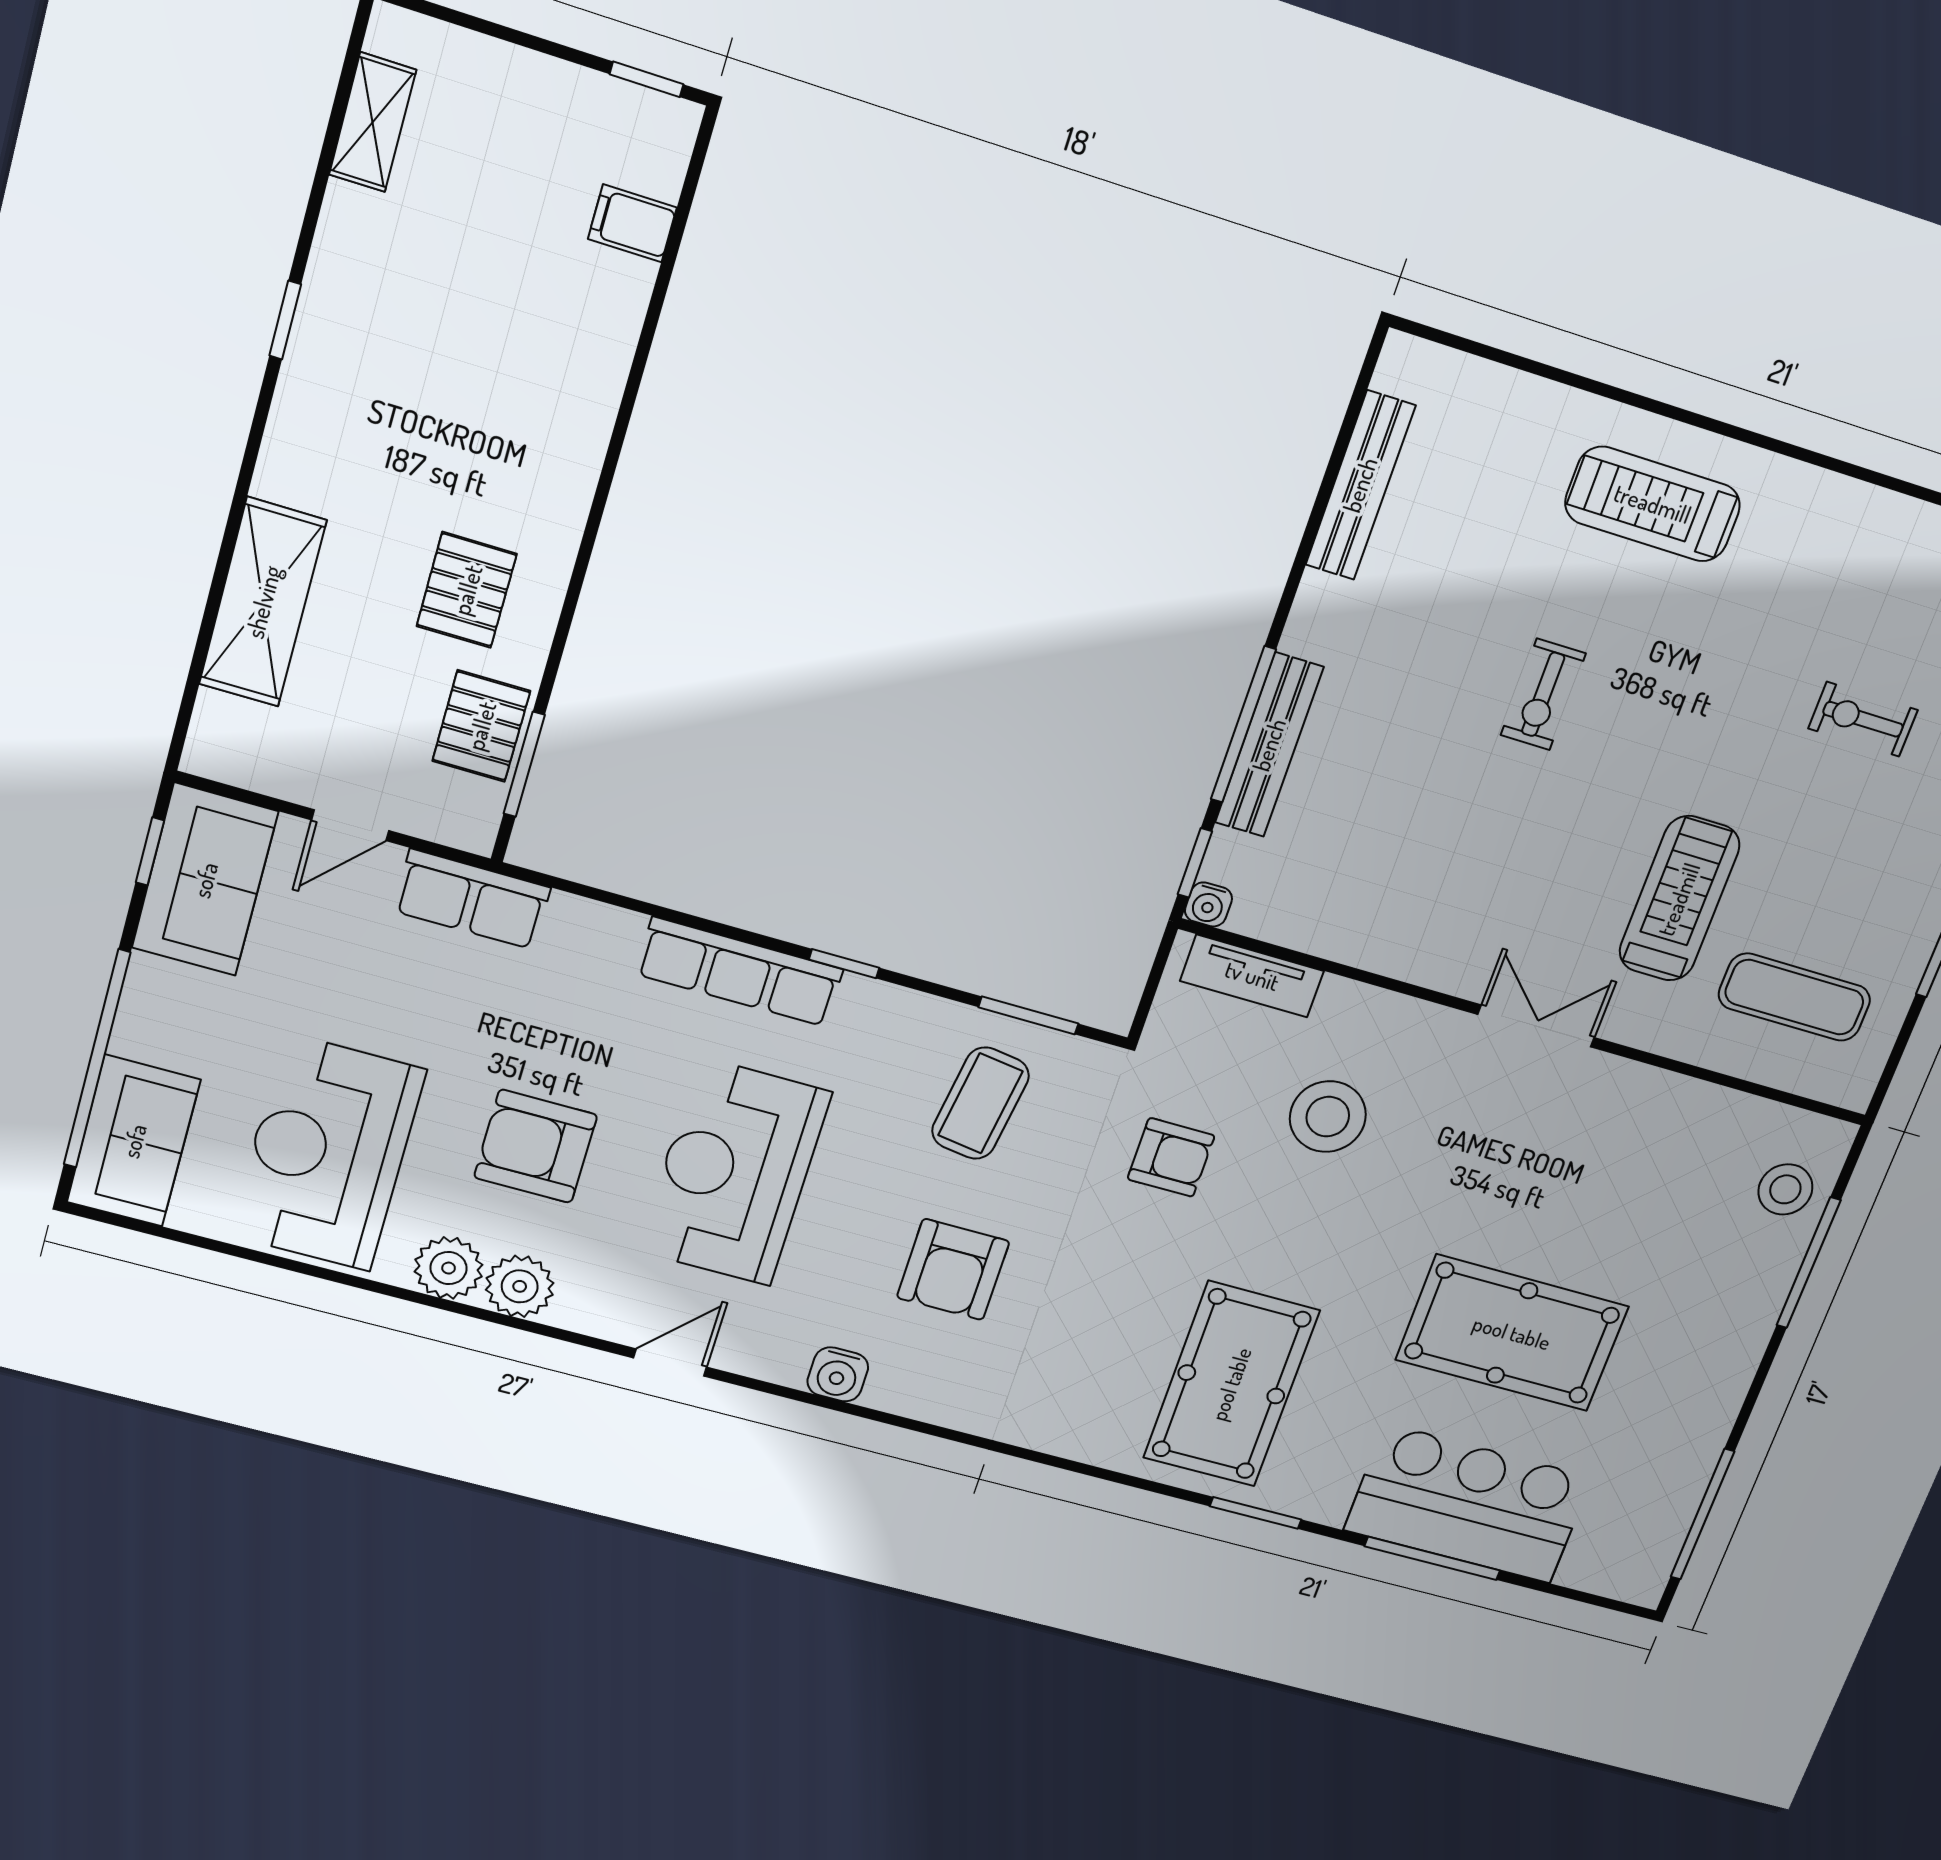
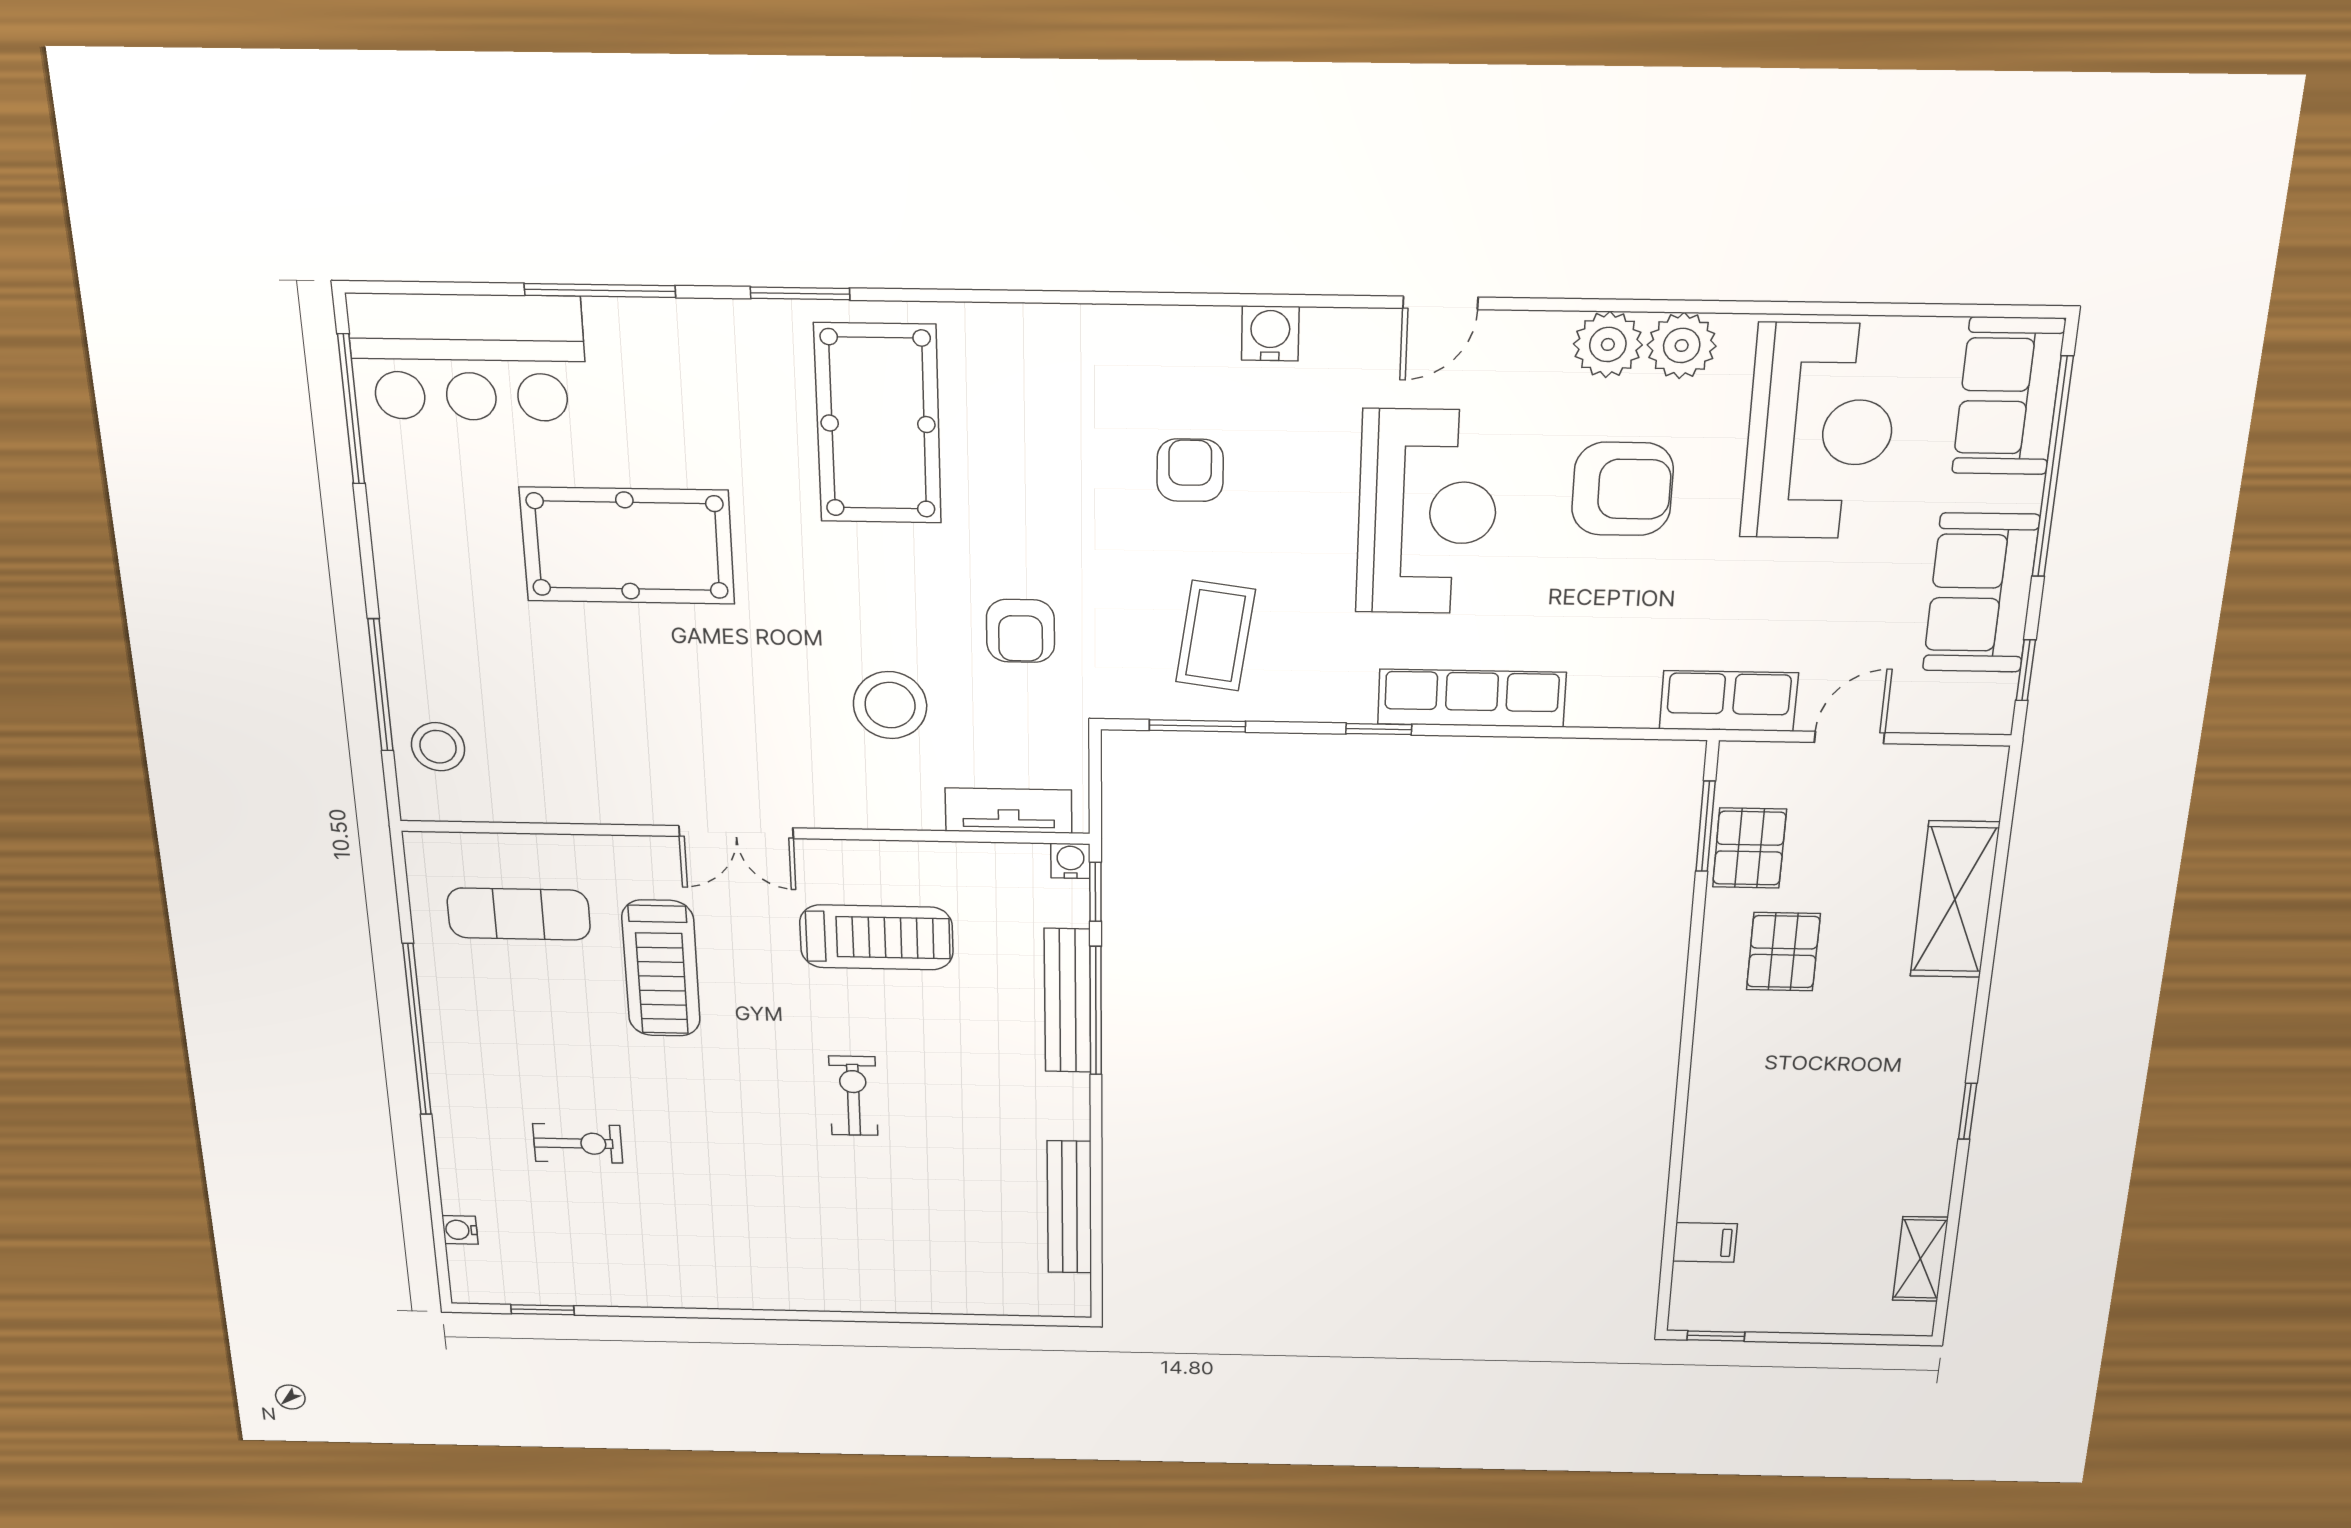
treadmill: (1653, 504) -> (876, 937), moved
sofa: (205, 880) -> (1981, 593), moved
armchair: (1171, 1157) -> (1021, 631), turned -90
armchair: (953, 1269) -> (1190, 470), width x0.72, depth x0.72
bar counter: (1468, 1504) -> (468, 358), moved

